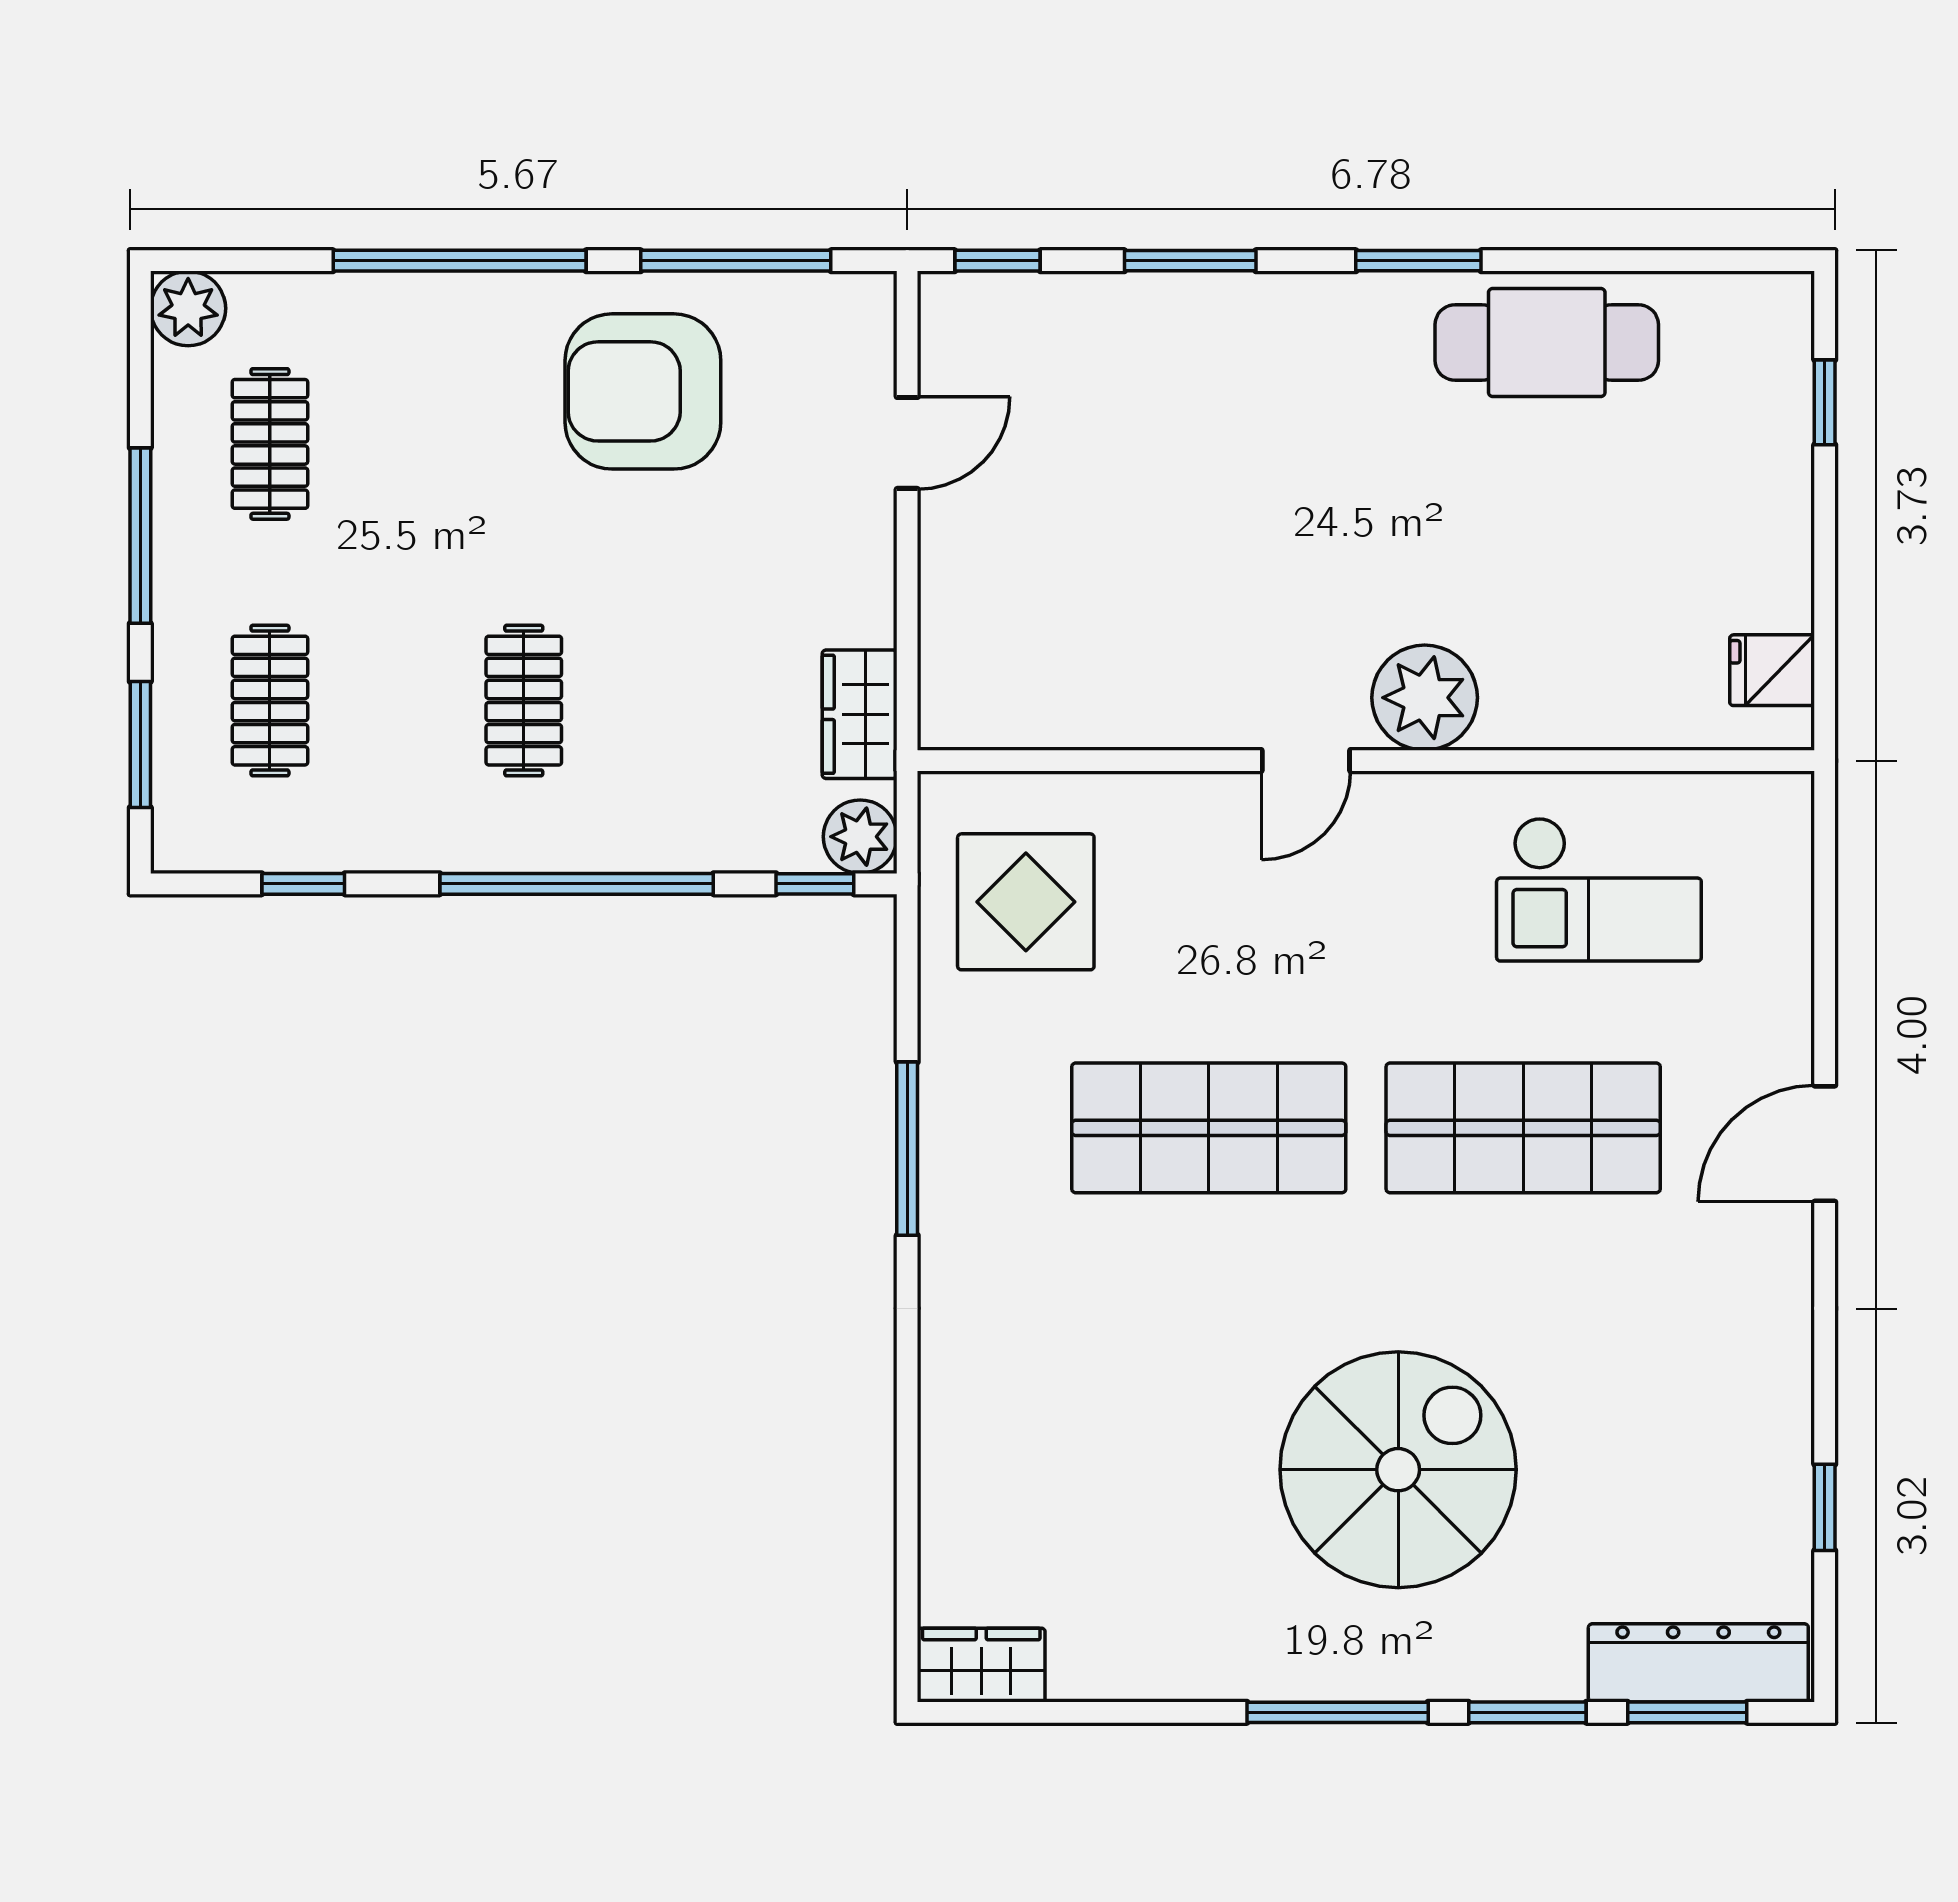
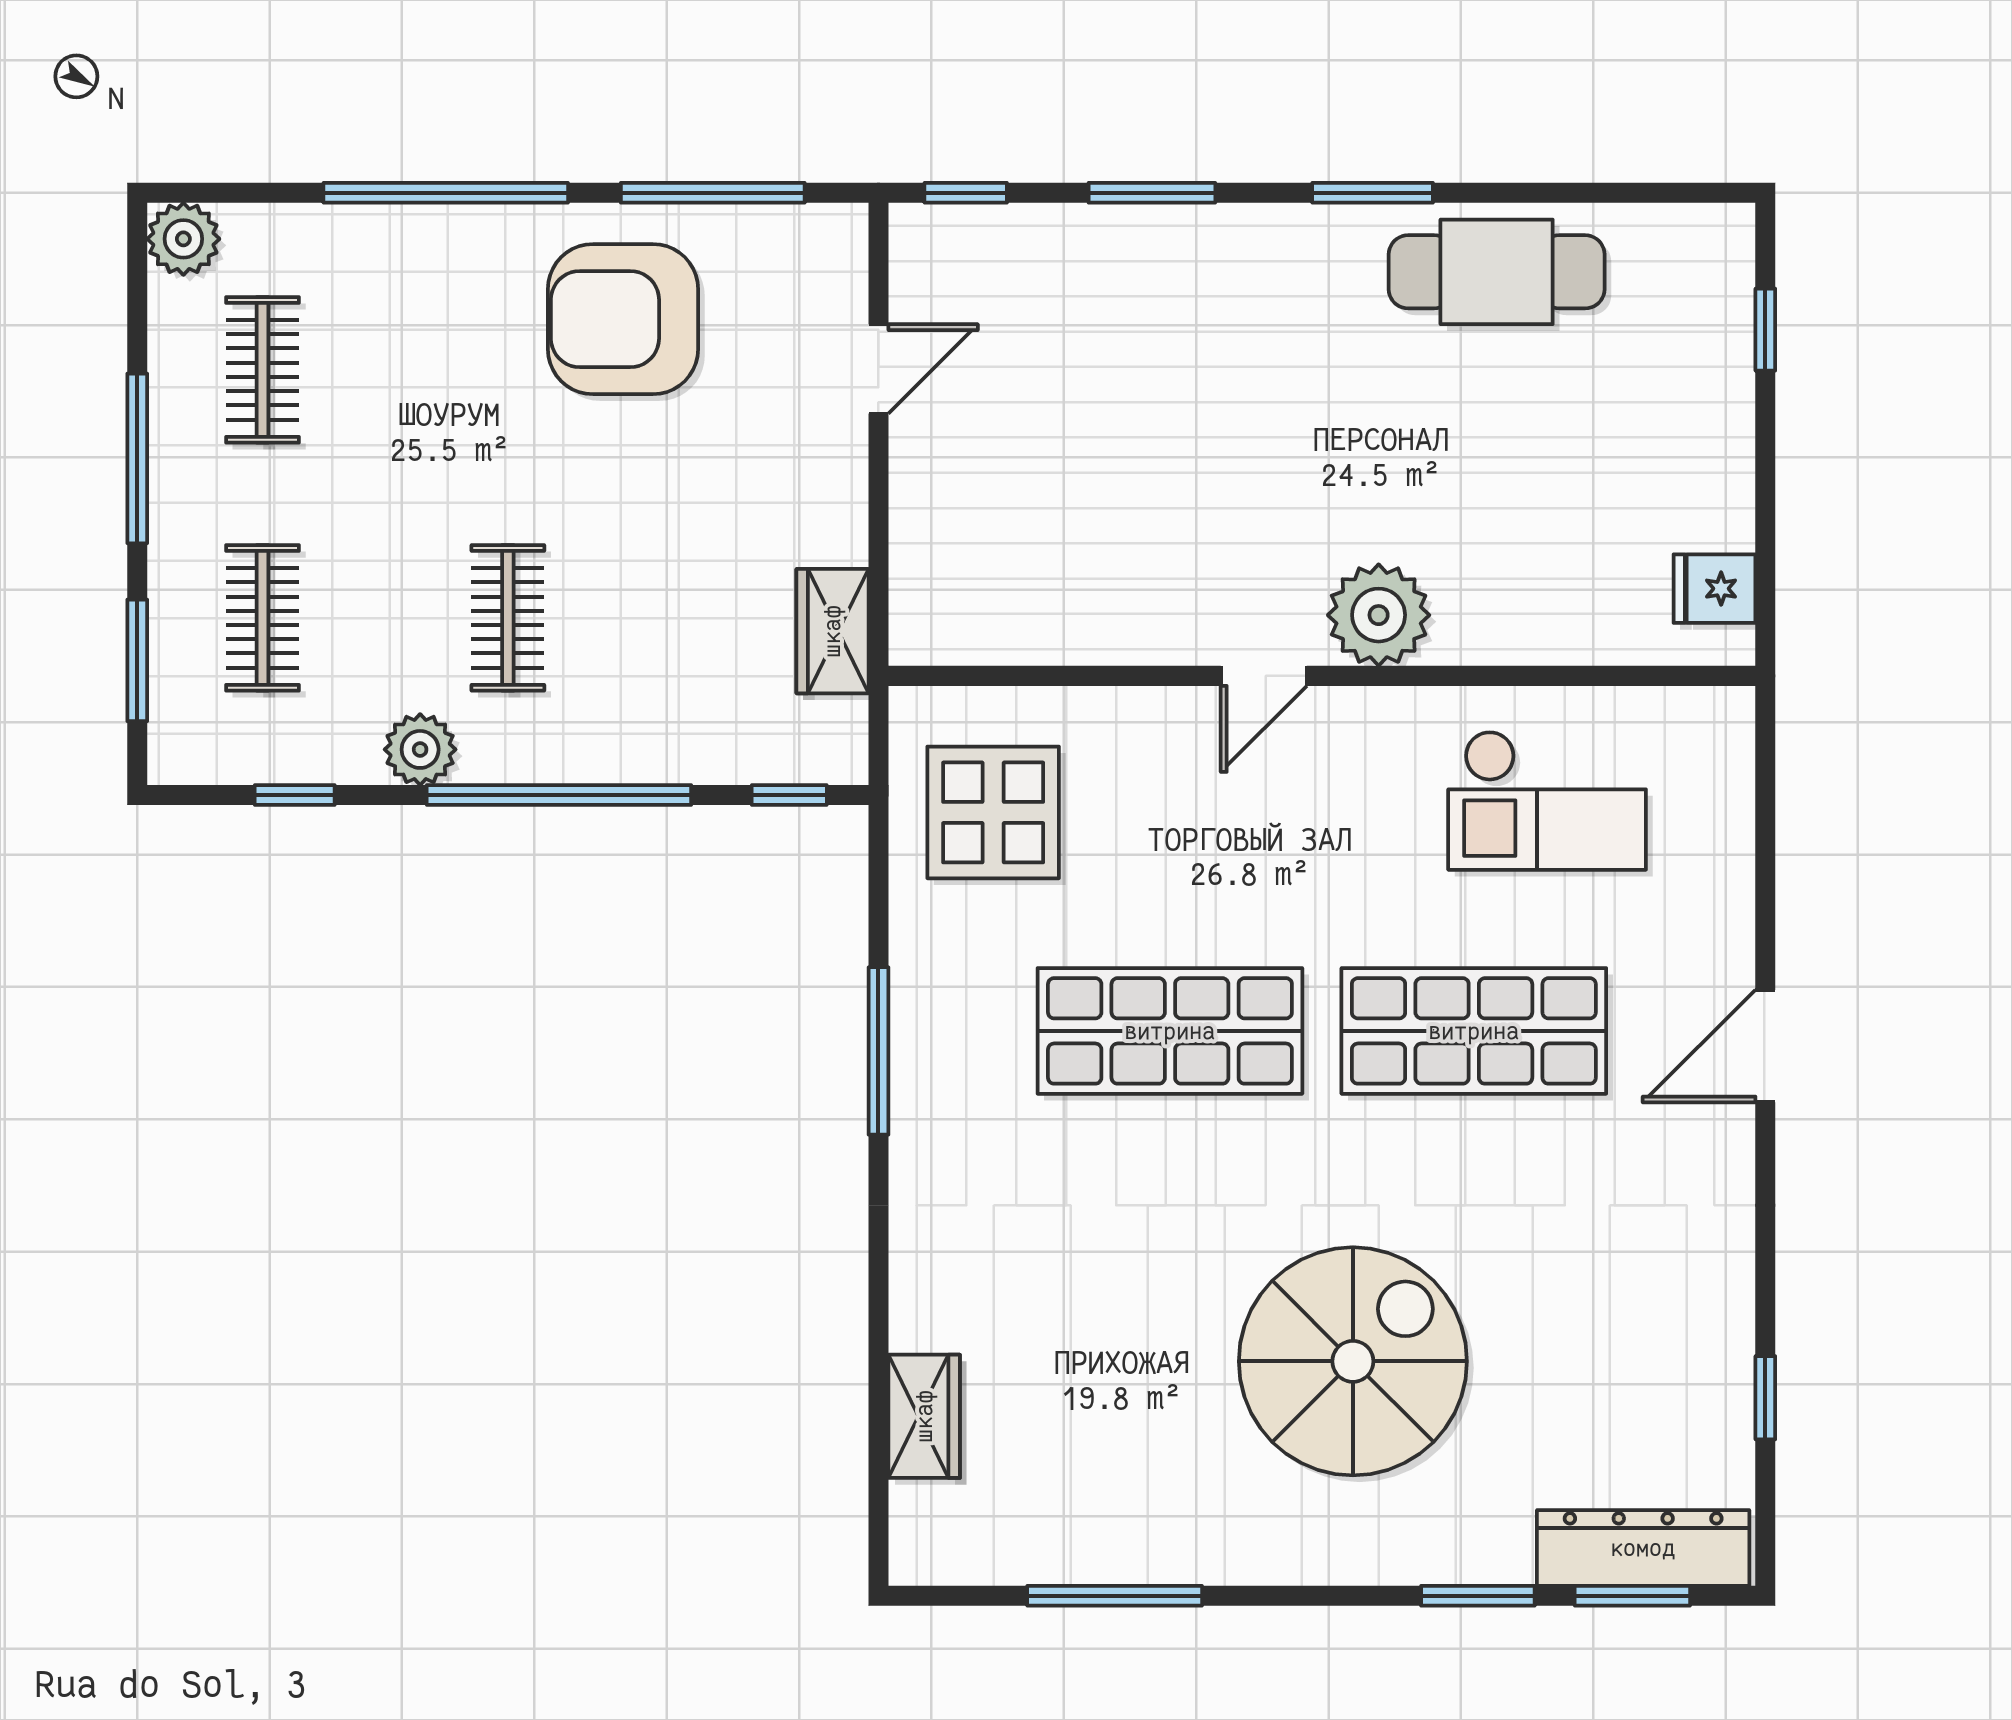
plant: (860, 837) -> (420, 749), moved
wardrobe: (981, 1665) -> (924, 1416), moved, turned 90
window: (1338, 1712) -> (1115, 1596), moved

